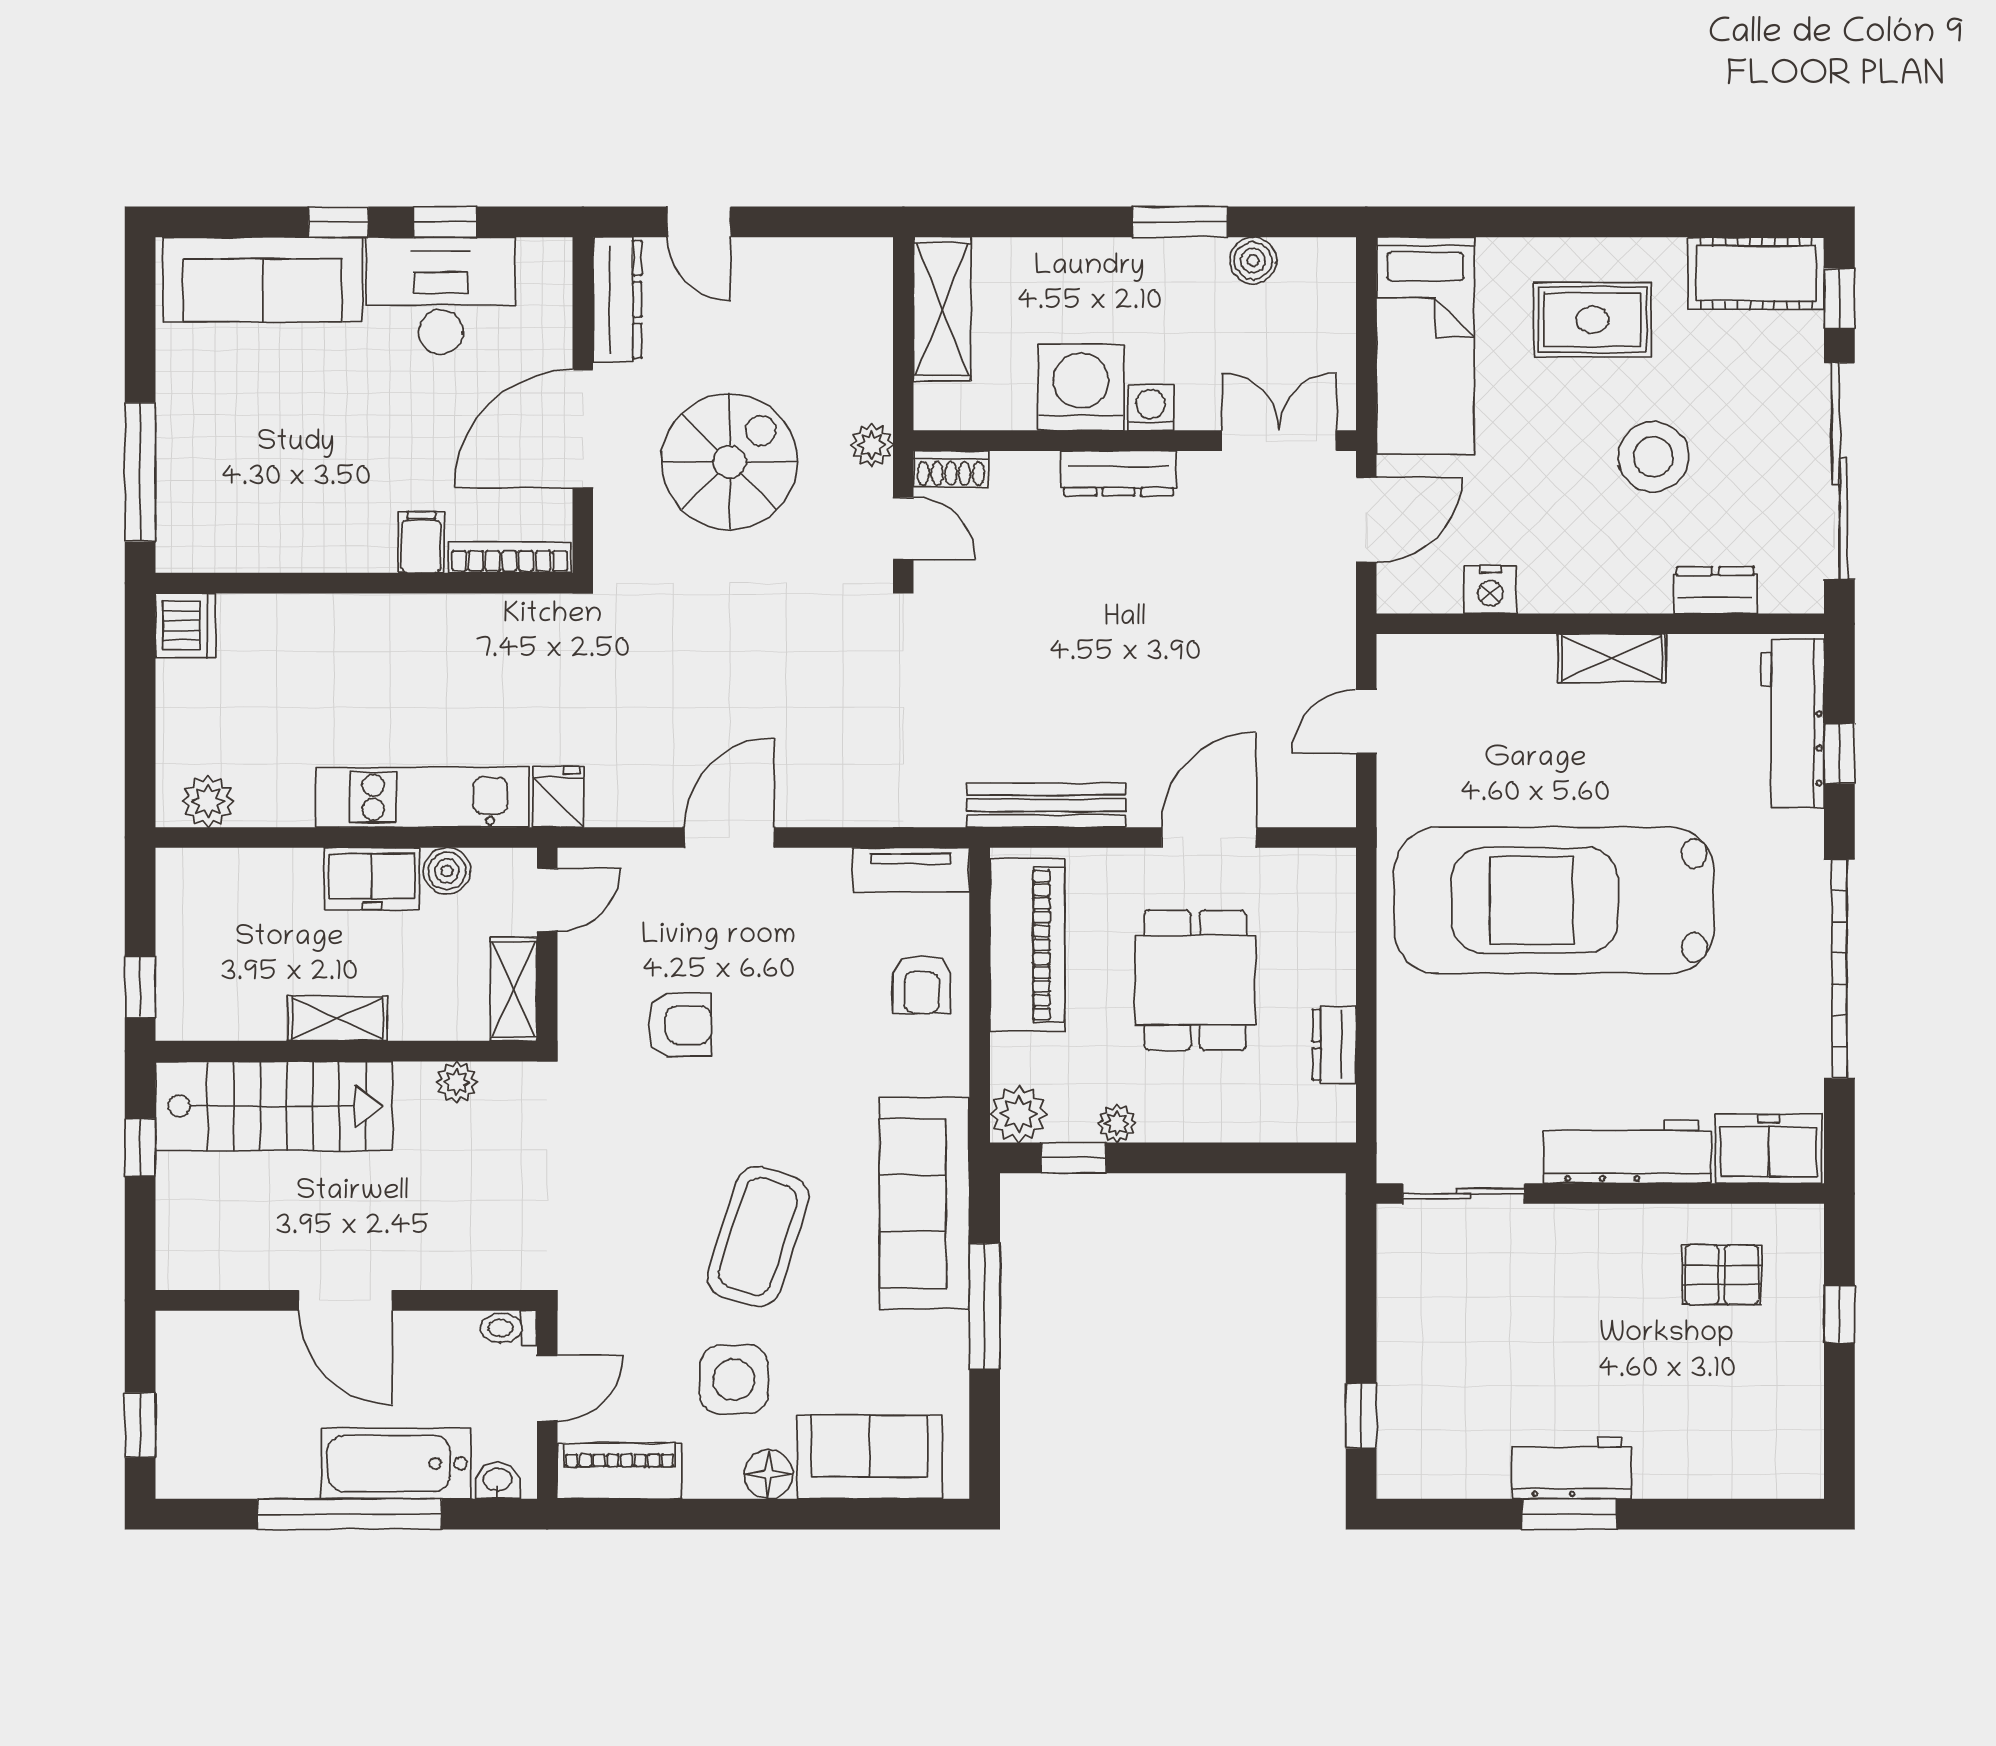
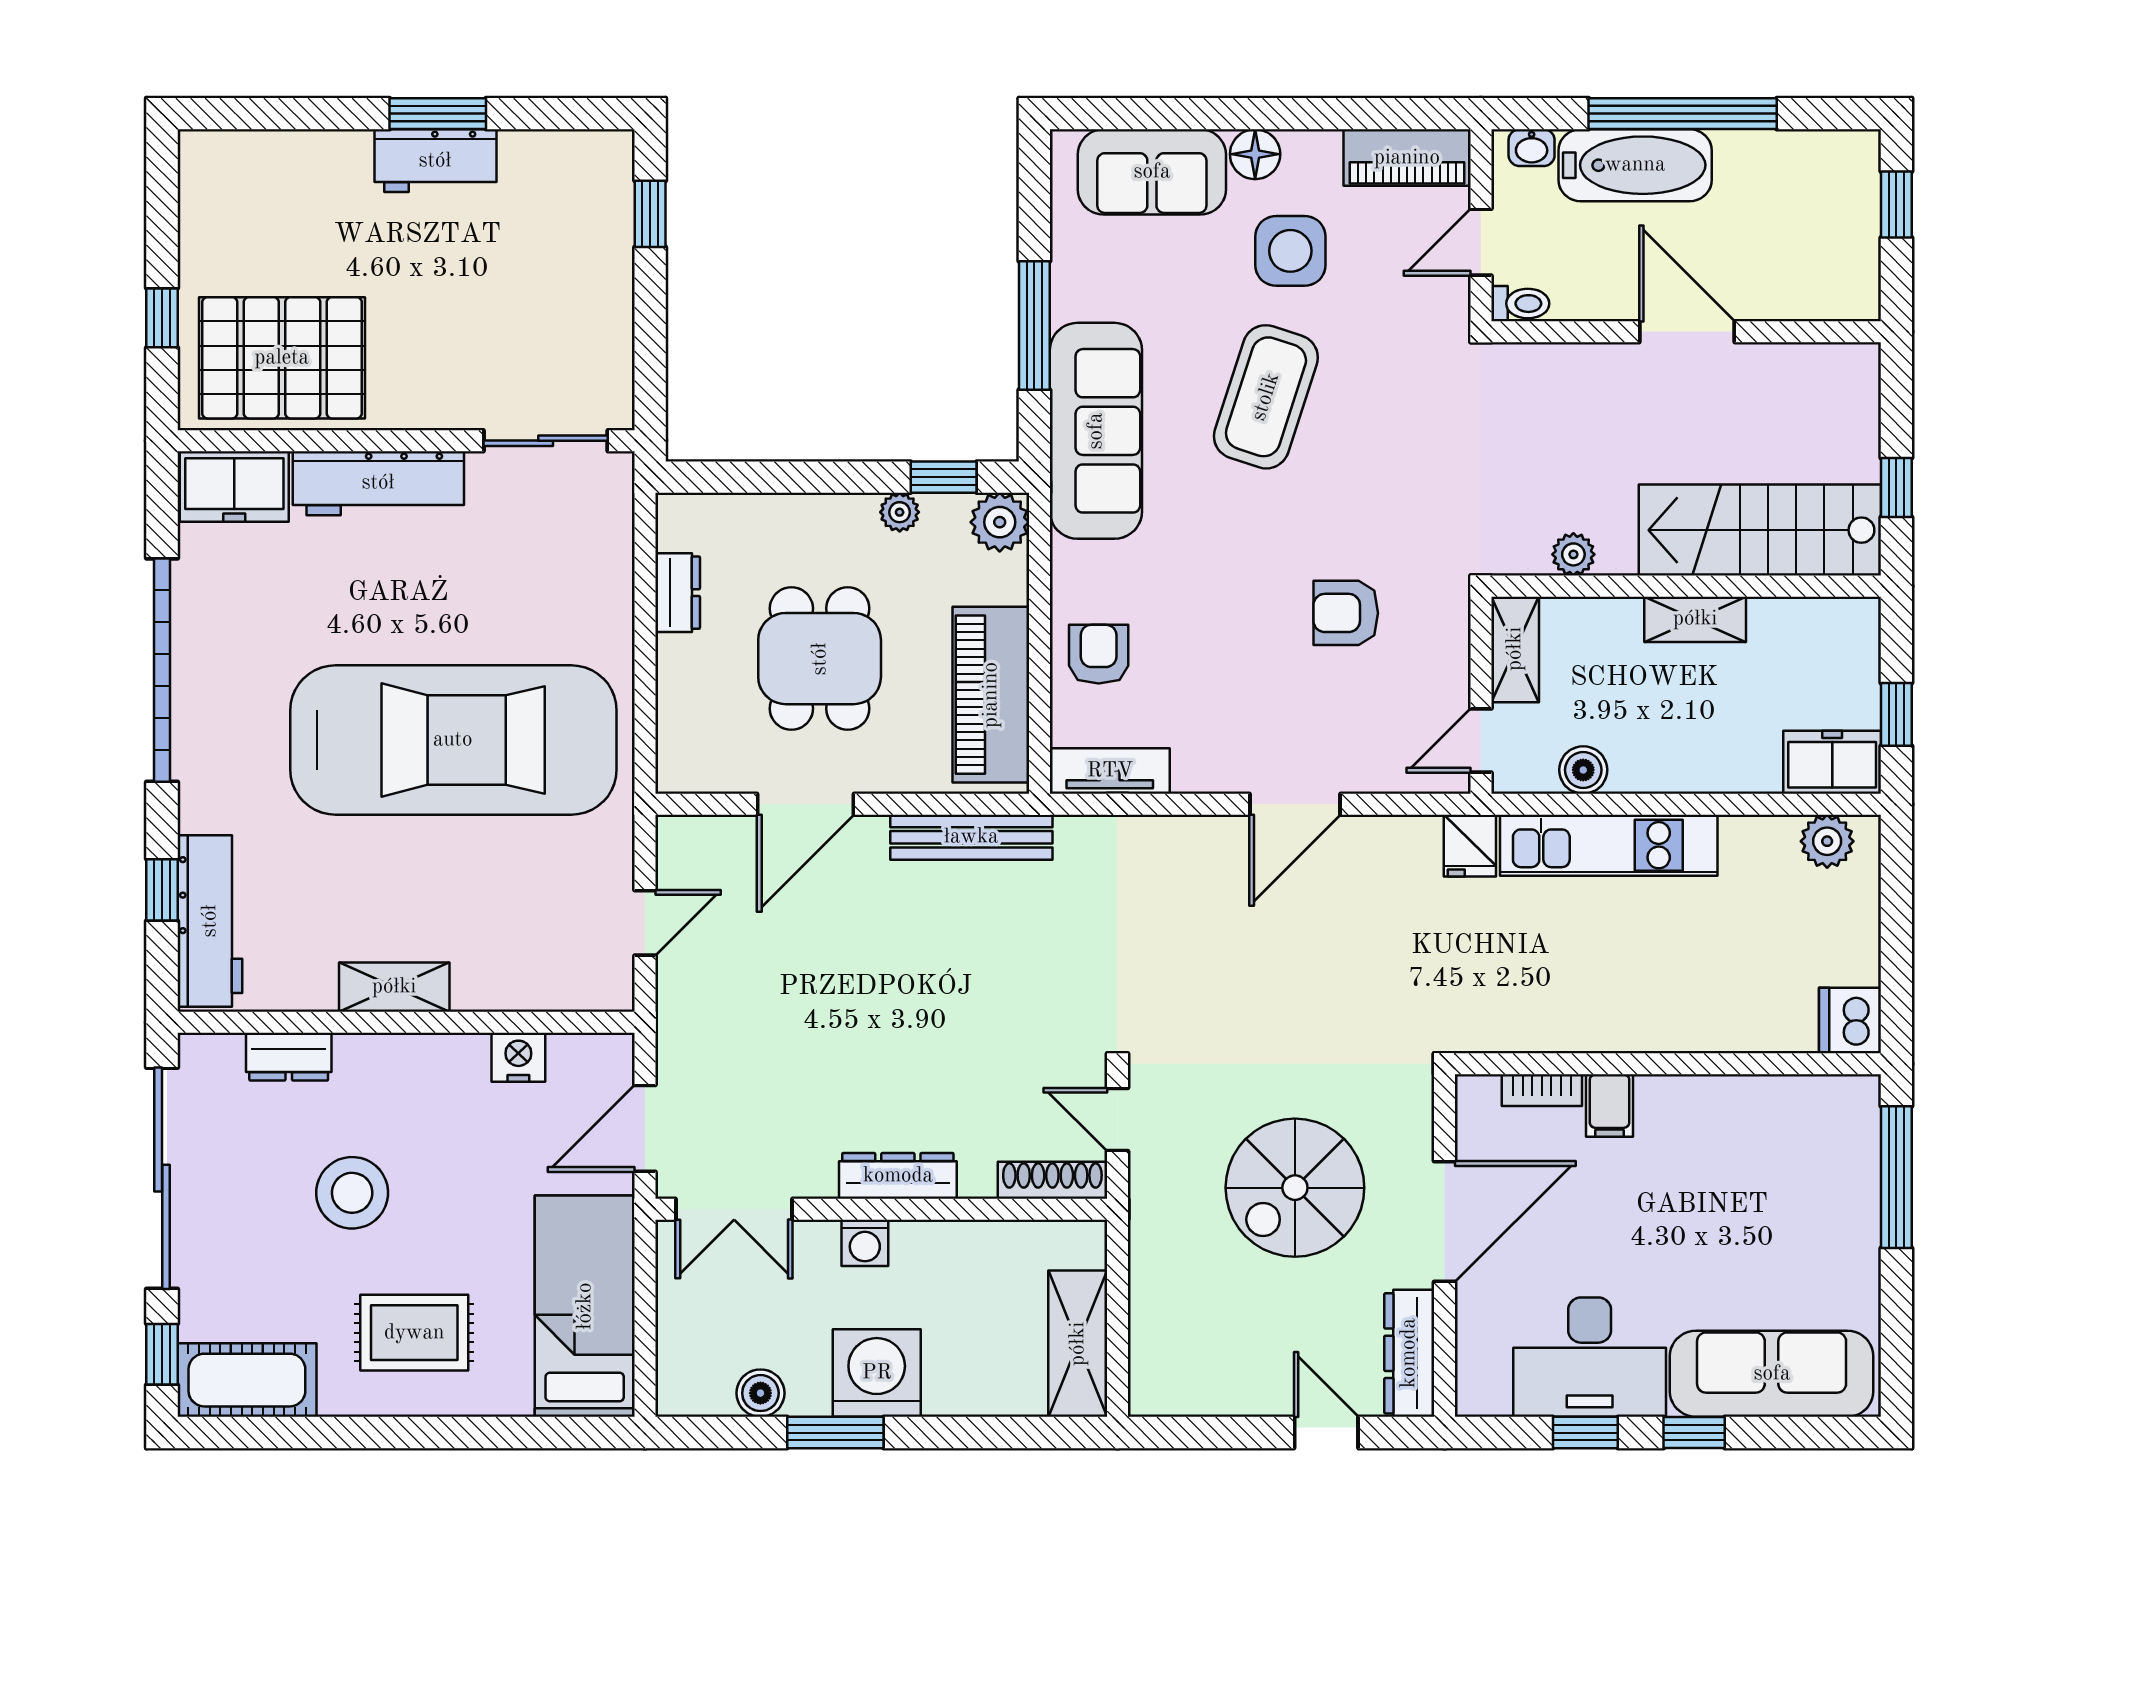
washing machine: (1081, 387) -> (877, 1373), moved, turned 180
plant: (872, 445) -> (1150, 1205), removed
shoe rack: (951, 469) -> (1052, 1180), width x1.43
bookcase: (510, 557) -> (1542, 1090), width x0.64
freezer: (372, 879) -> (1832, 762), moved
window: (140, 987) -> (1896, 714), moved
pallet: (1722, 1275) -> (282, 358), width x2.05, depth x2.00

